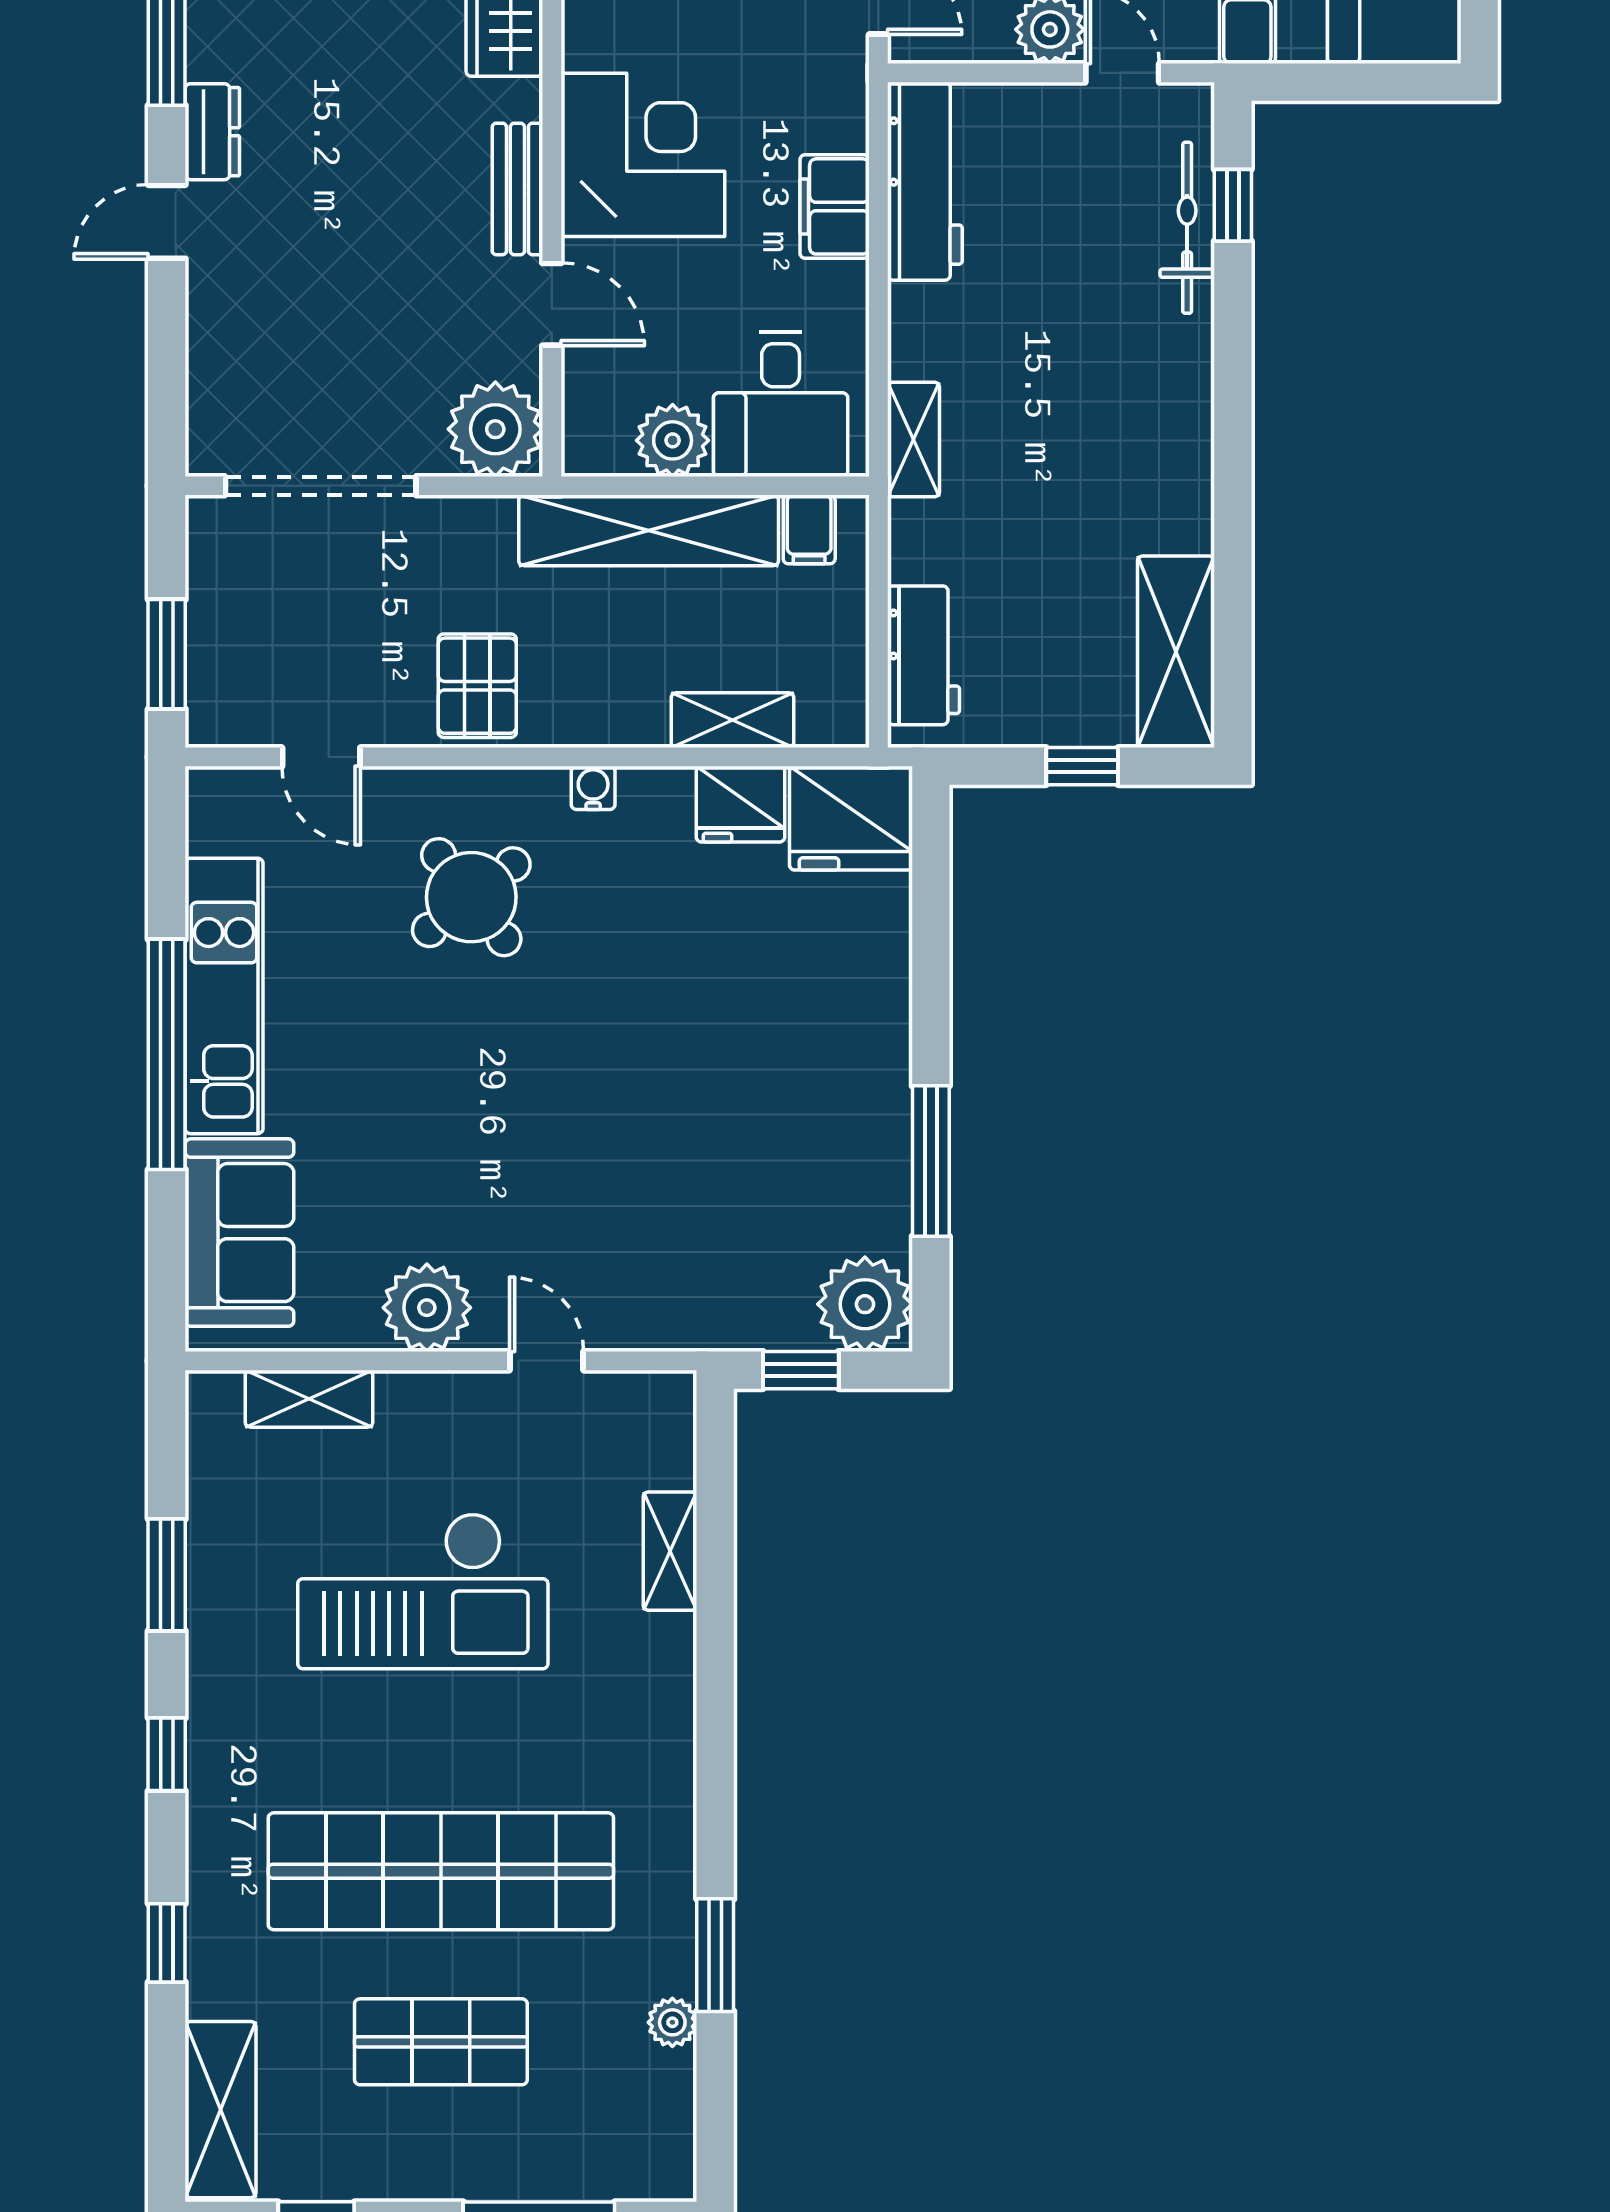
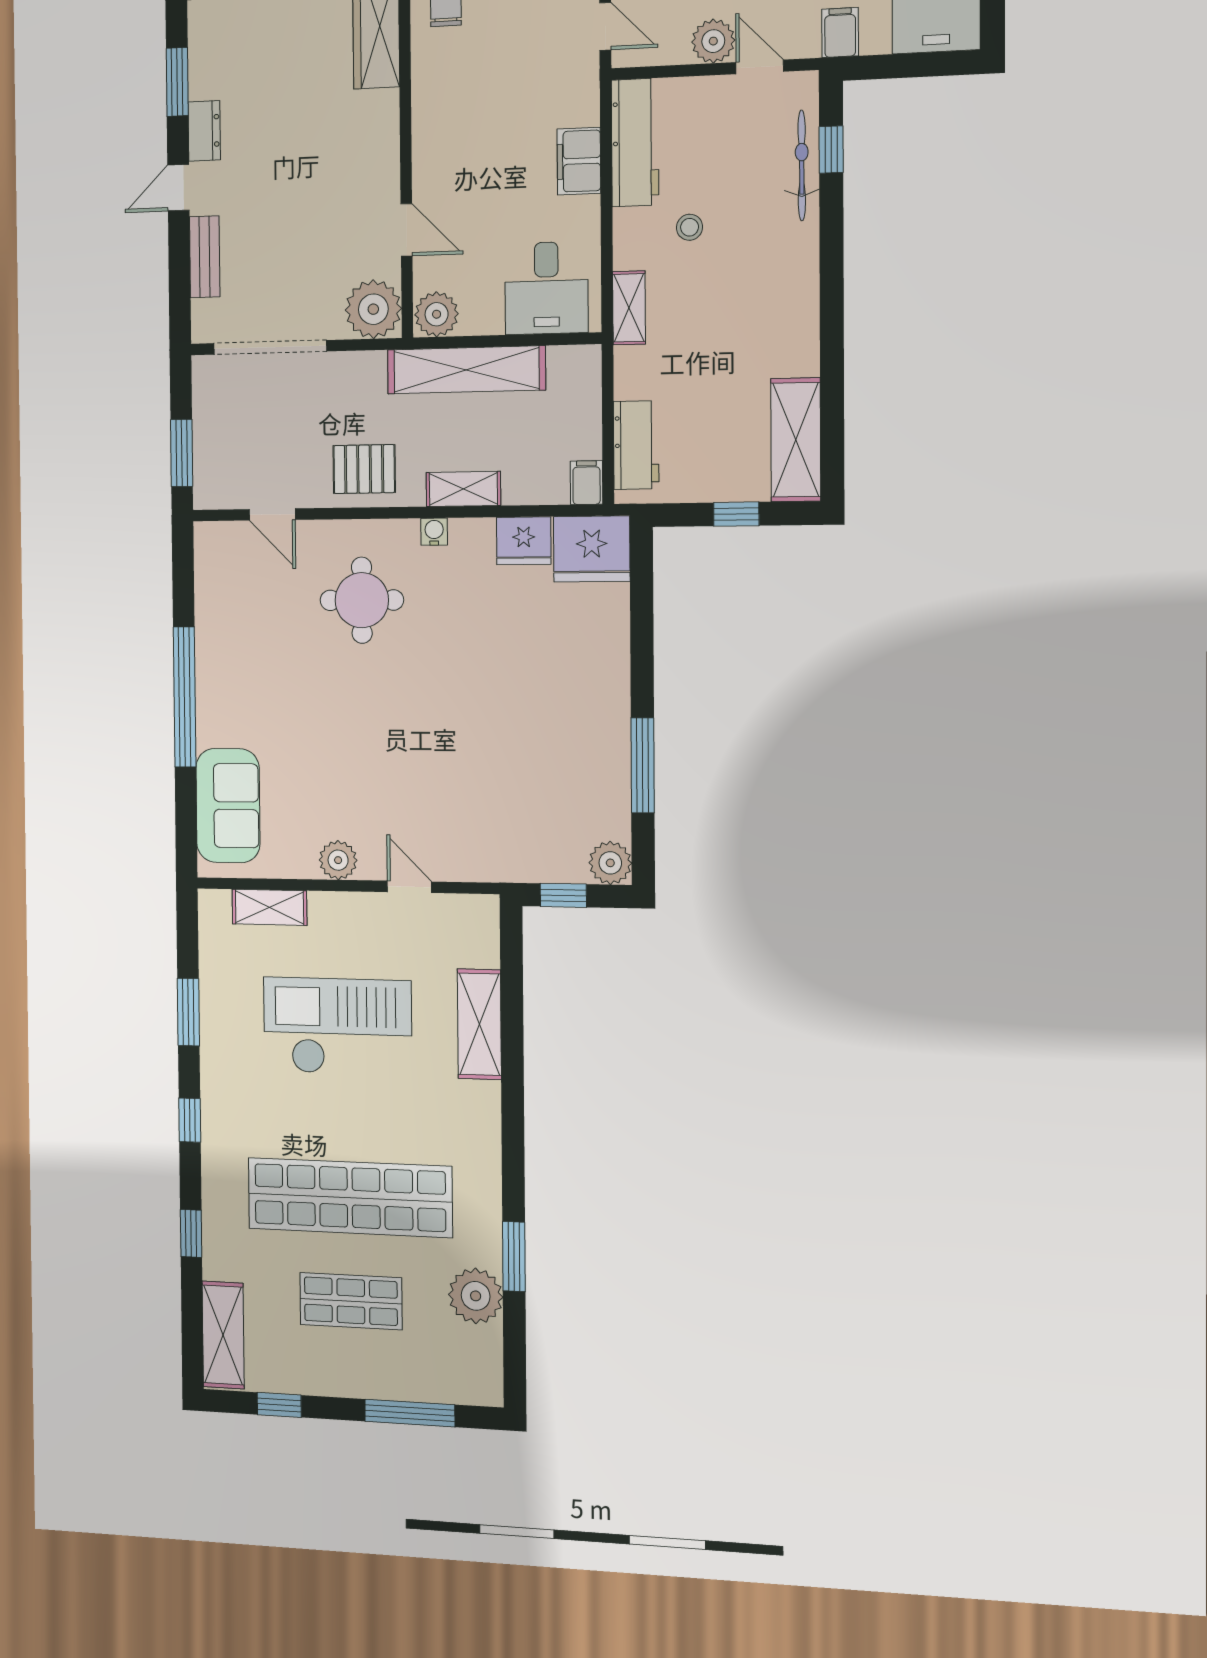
corner desk: (643, 155) -> (461, 134), removed
bench: (517, 189) -> (205, 257), moved
stool: (1011, 317) -> (690, 227), added
plant: (673, 440) -> (437, 314), moved
filing cabinet: (809, 529) -> (587, 483), moved, turned 180
pallet: (477, 686) -> (364, 469), turned 90
shelving: (732, 720) -> (463, 489), moved
round table: (471, 897) -> (362, 600), turned 38
kitchen unit: (224, 996) -> (217, 661), removed
plant: (865, 1304) -> (610, 863), width x0.73, depth x0.73
plant: (427, 1308) -> (338, 860), width x0.73, depth x0.73
shelving: (670, 1551) -> (479, 1024), width x1.50, depth x1.33
checkout: (423, 1591) -> (337, 1026), turned 180
plant: (672, 2022) -> (476, 1296), width x1.88, depth x1.88

